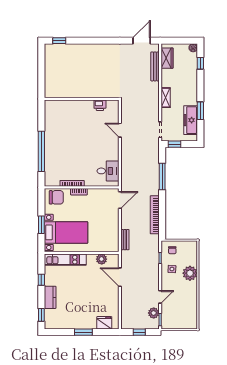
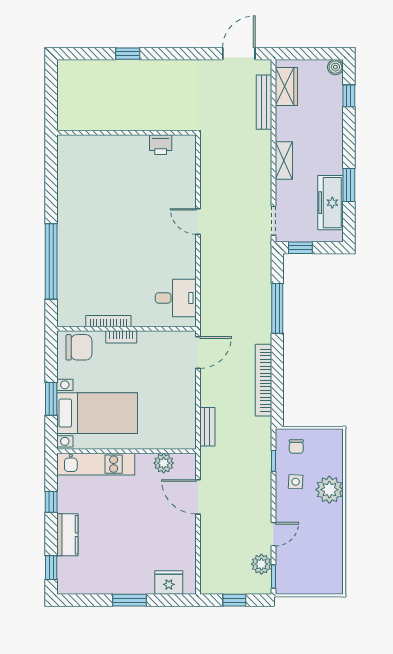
window: (59, 41) -> (128, 54), moved
wall: (82, 99) -> (126, 133), moved
printer: (100, 105) -> (161, 145), moved

